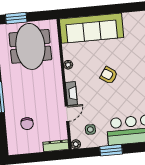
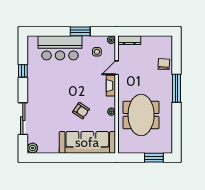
meeting table: (30, 46) -> (141, 115), moved
armchair: (109, 75) -> (81, 111), moved
chair: (27, 124) -> (164, 64), moved

